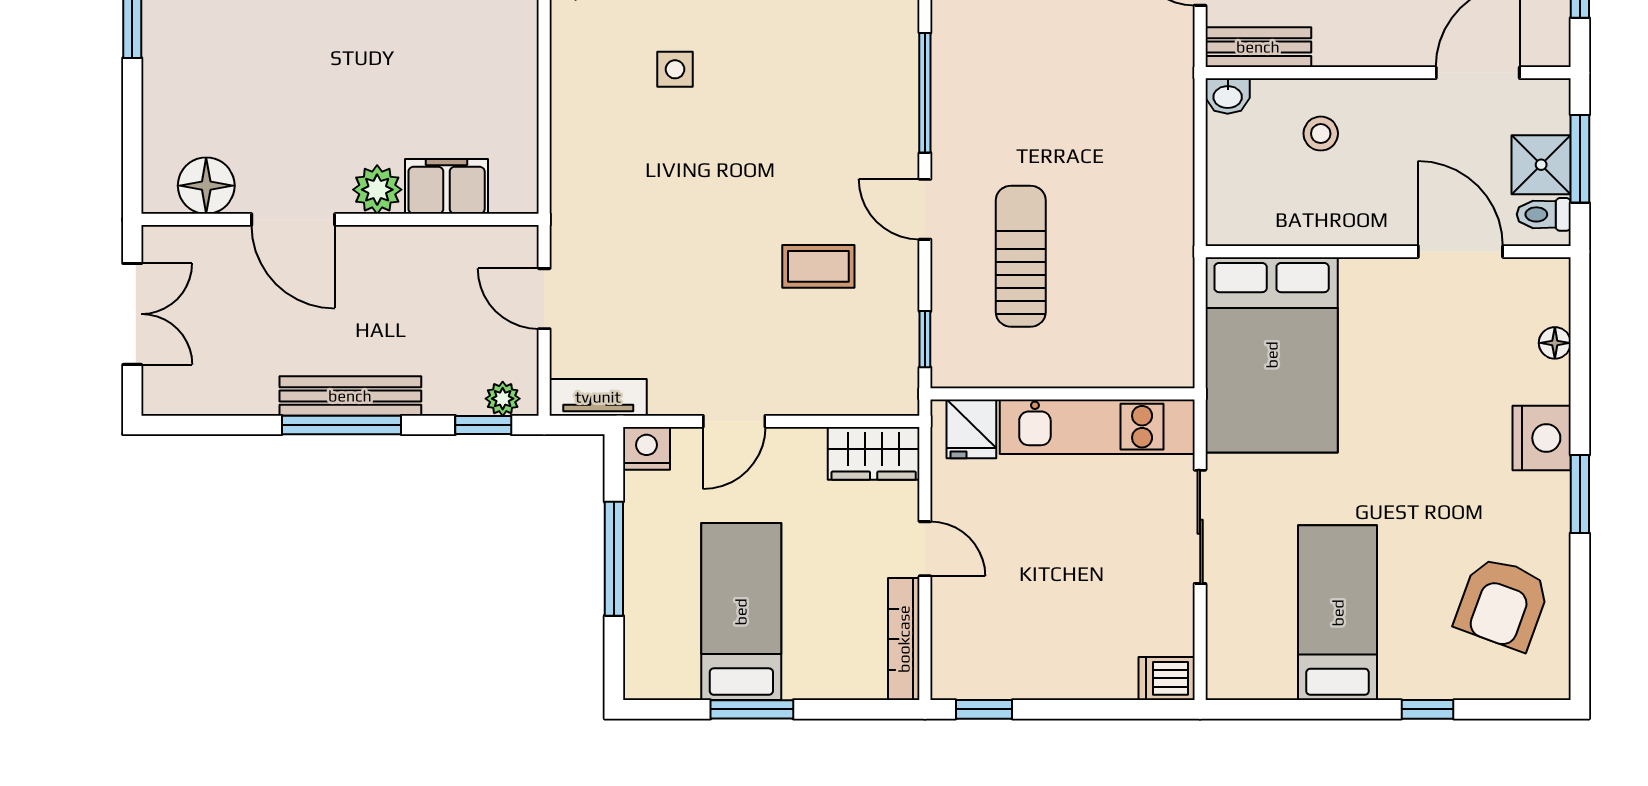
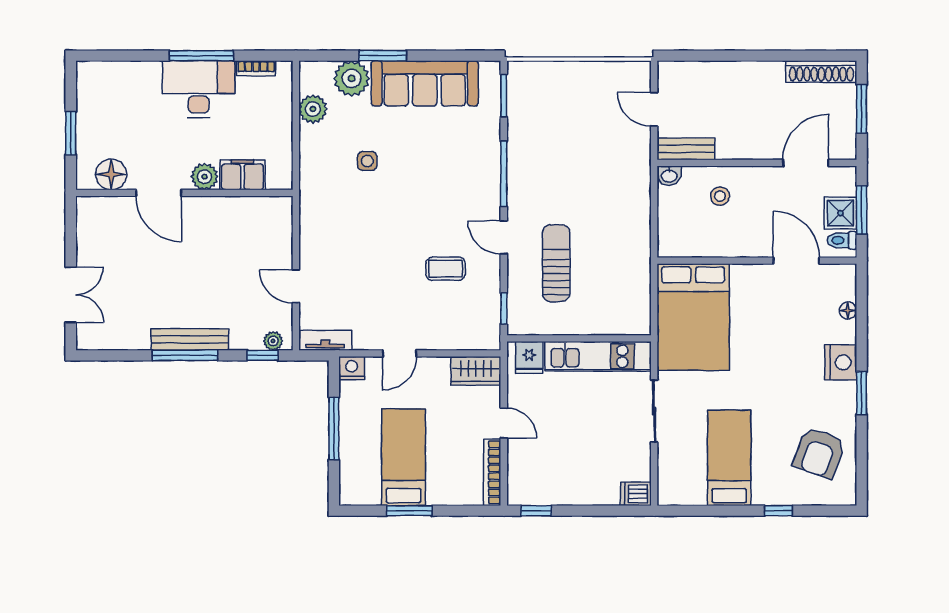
floor lamp: (206, 186) -> (111, 174), moved
filing cabinet: (447, 186) -> (242, 175), moved
plant: (377, 190) -> (205, 177), moved
door: (293, 219) -> (159, 193), moved
wall: (340, 219) -> (184, 193), moved

